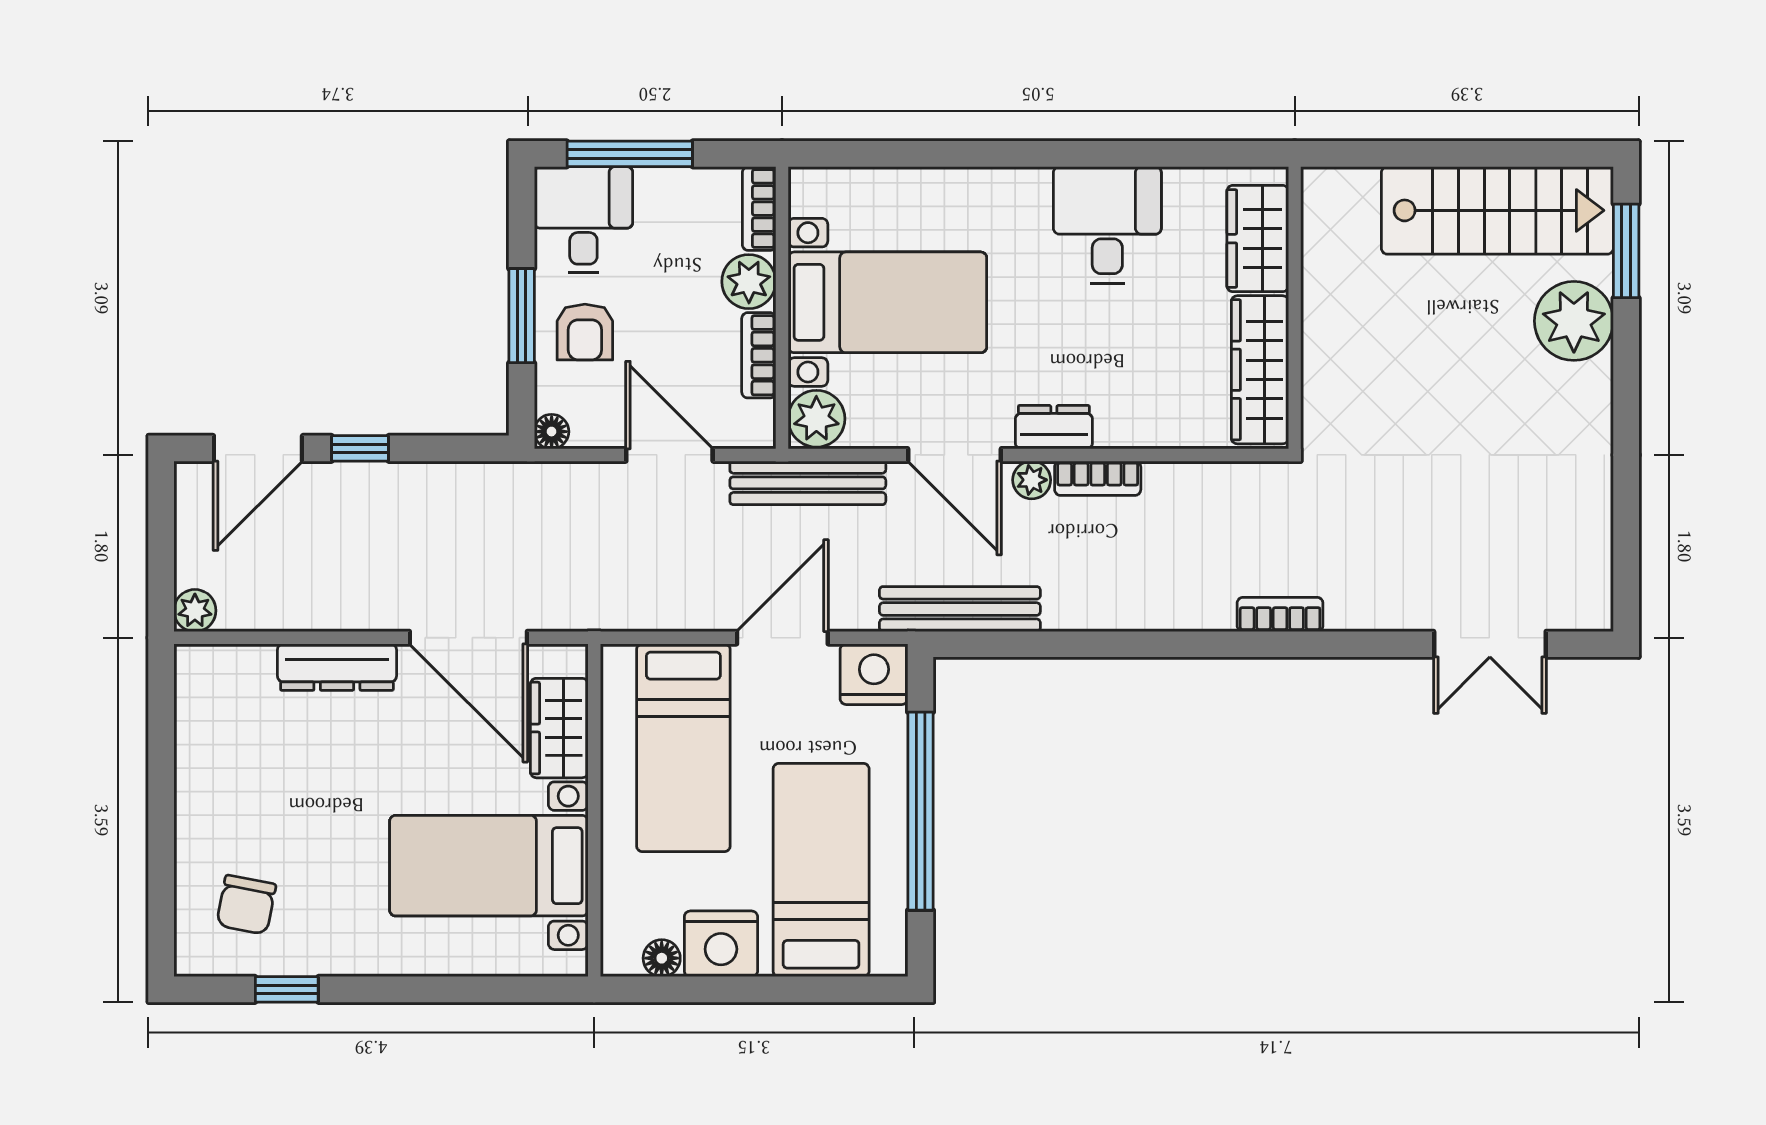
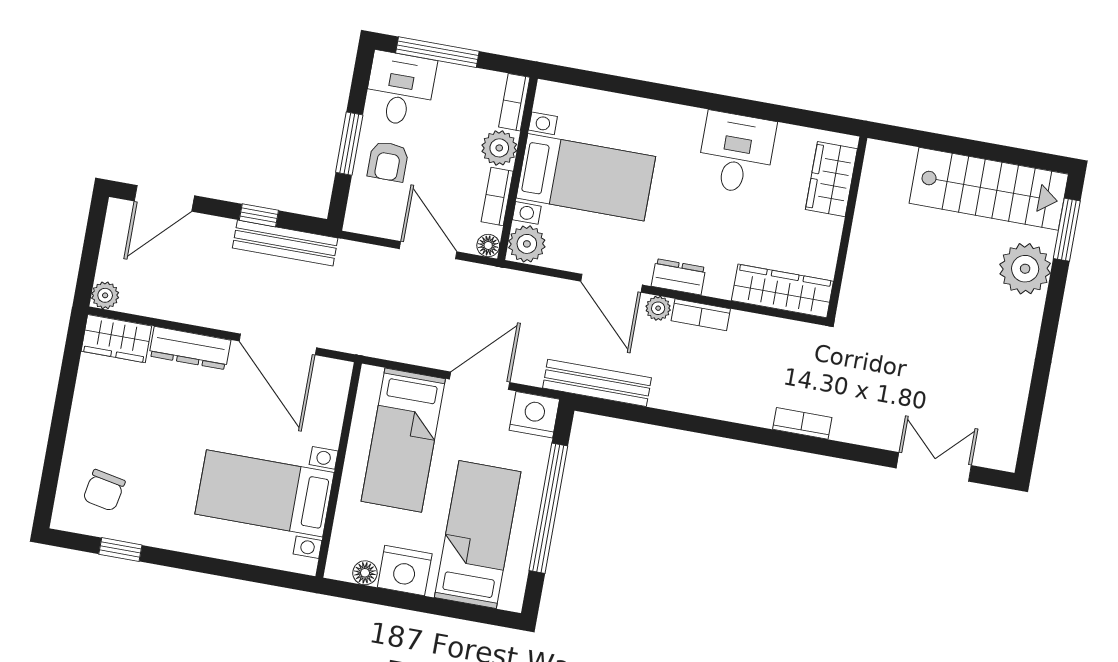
wardrobe: (1260, 370) -> (782, 291), moved, turned 90
floor lamp: (552, 432) -> (488, 246), moved
window: (360, 448) -> (259, 215), moved
bench: (808, 483) -> (285, 243), moved
double door: (1490, 644) -> (934, 467), swing flipped
wardrobe: (559, 728) -> (116, 339), moved, turned -90

